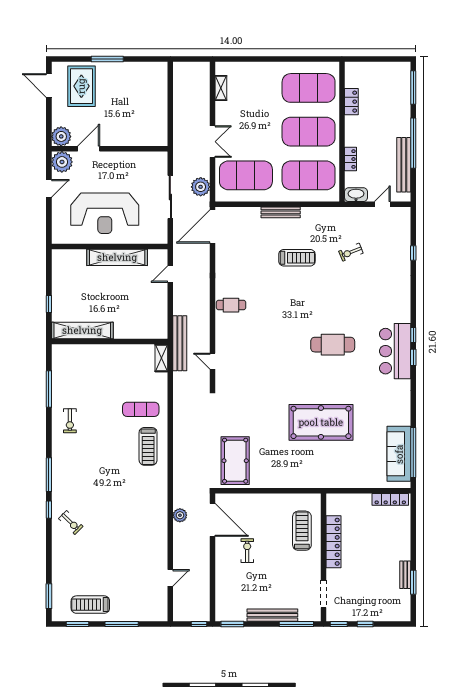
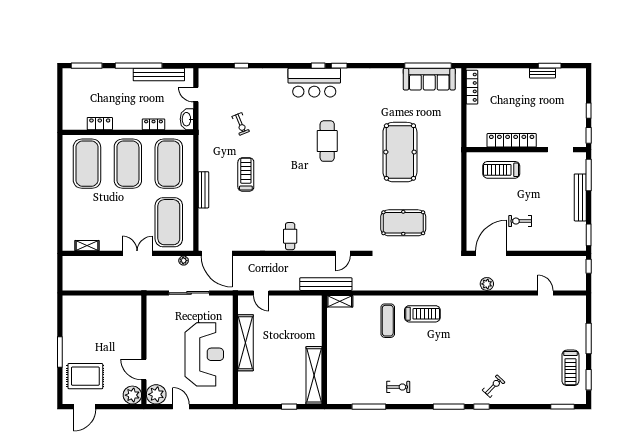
plant: (201, 187) -> (184, 261), width x0.53, depth x0.53
bar counter: (395, 351) -> (314, 83), moved
pool table: (235, 461) -> (403, 223), moved

